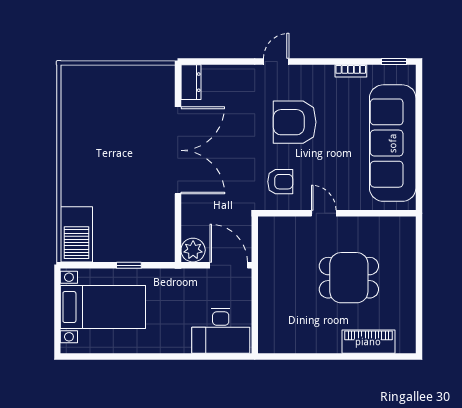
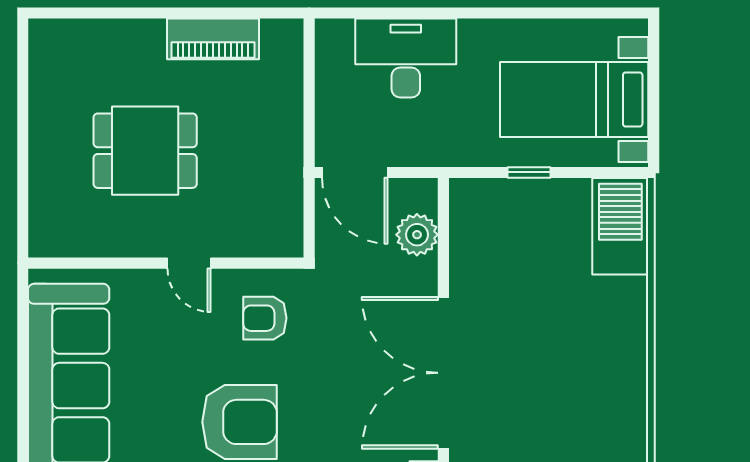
plant: (193, 250) -> (417, 235), moved
desk: (221, 331) -> (406, 58), moved
piano: (368, 342) -> (213, 39), moved

